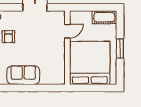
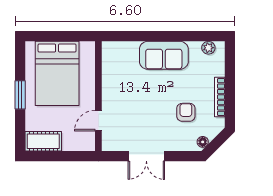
bed: (90, 63) -> (57, 73), width x0.73

